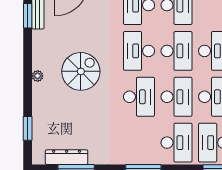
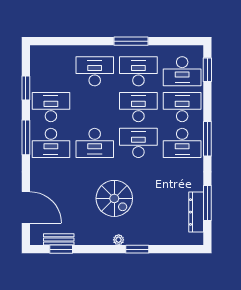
desk: (177, 51) -> (182, 143), moved, turned 180
spiral stairs: (81, 71) -> (114, 198), turned 180
window: (28, 128) -> (137, 249), moved

